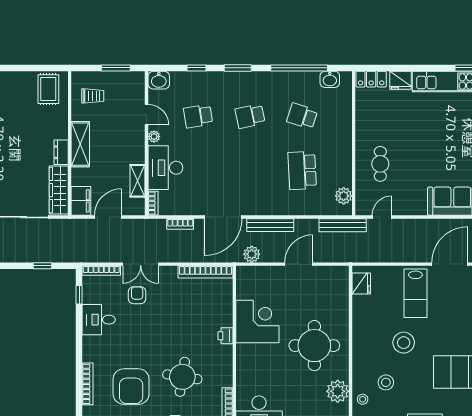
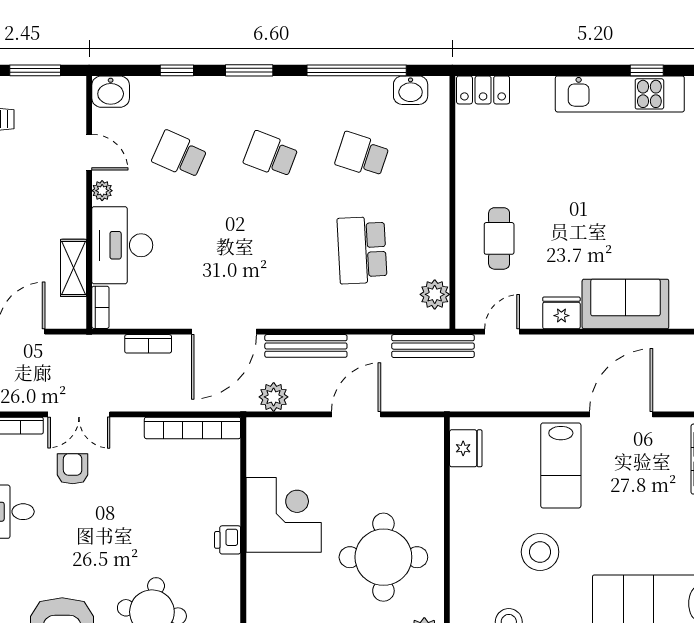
fridge: (401, 80) -> (561, 313), moved, turned 180
school desk: (198, 116) -> (180, 155), turned 33
school desk: (250, 116) -> (271, 155), turned 33

